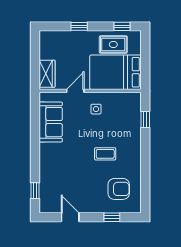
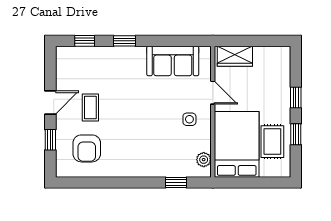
window: (122, 26) -> (296, 134), moved
plant: (127, 98) -> (204, 160), added
coffee table: (105, 154) -> (90, 108), moved
window: (35, 160) -> (125, 41), added
door: (70, 217) -> (50, 103), moved

